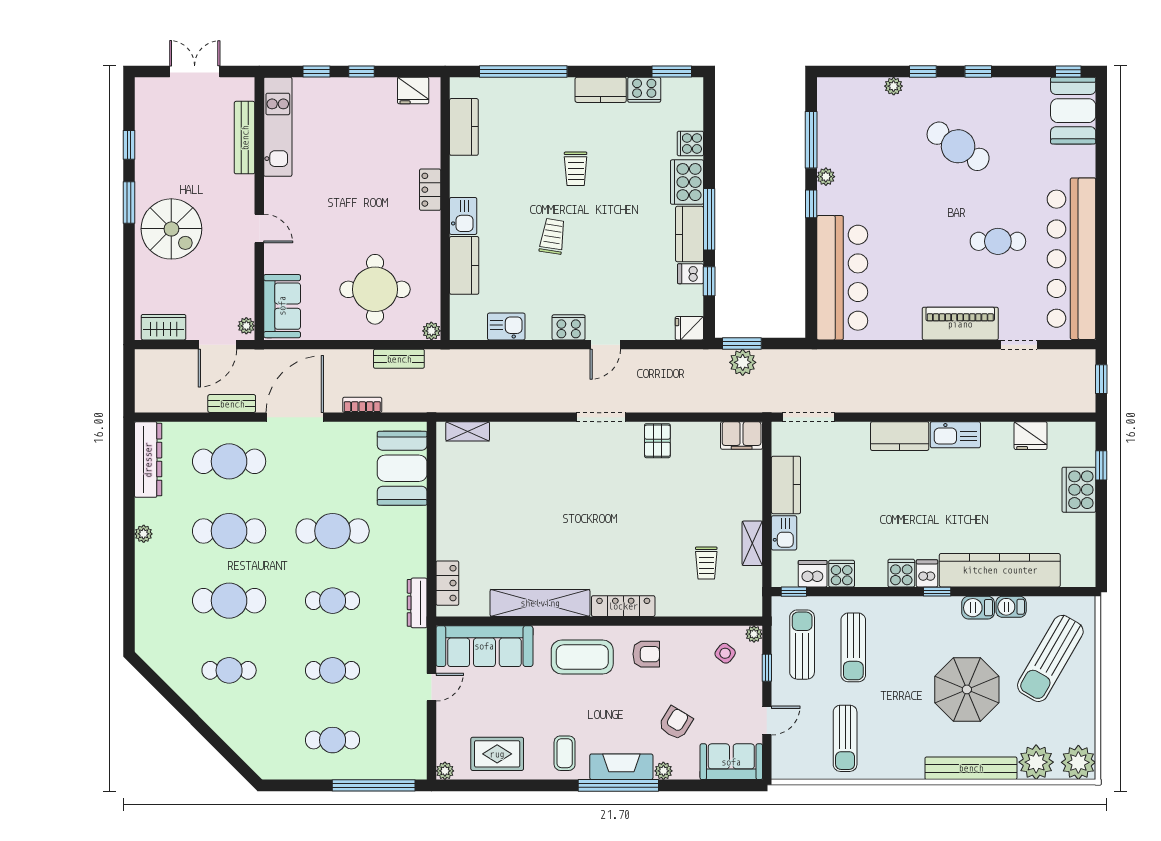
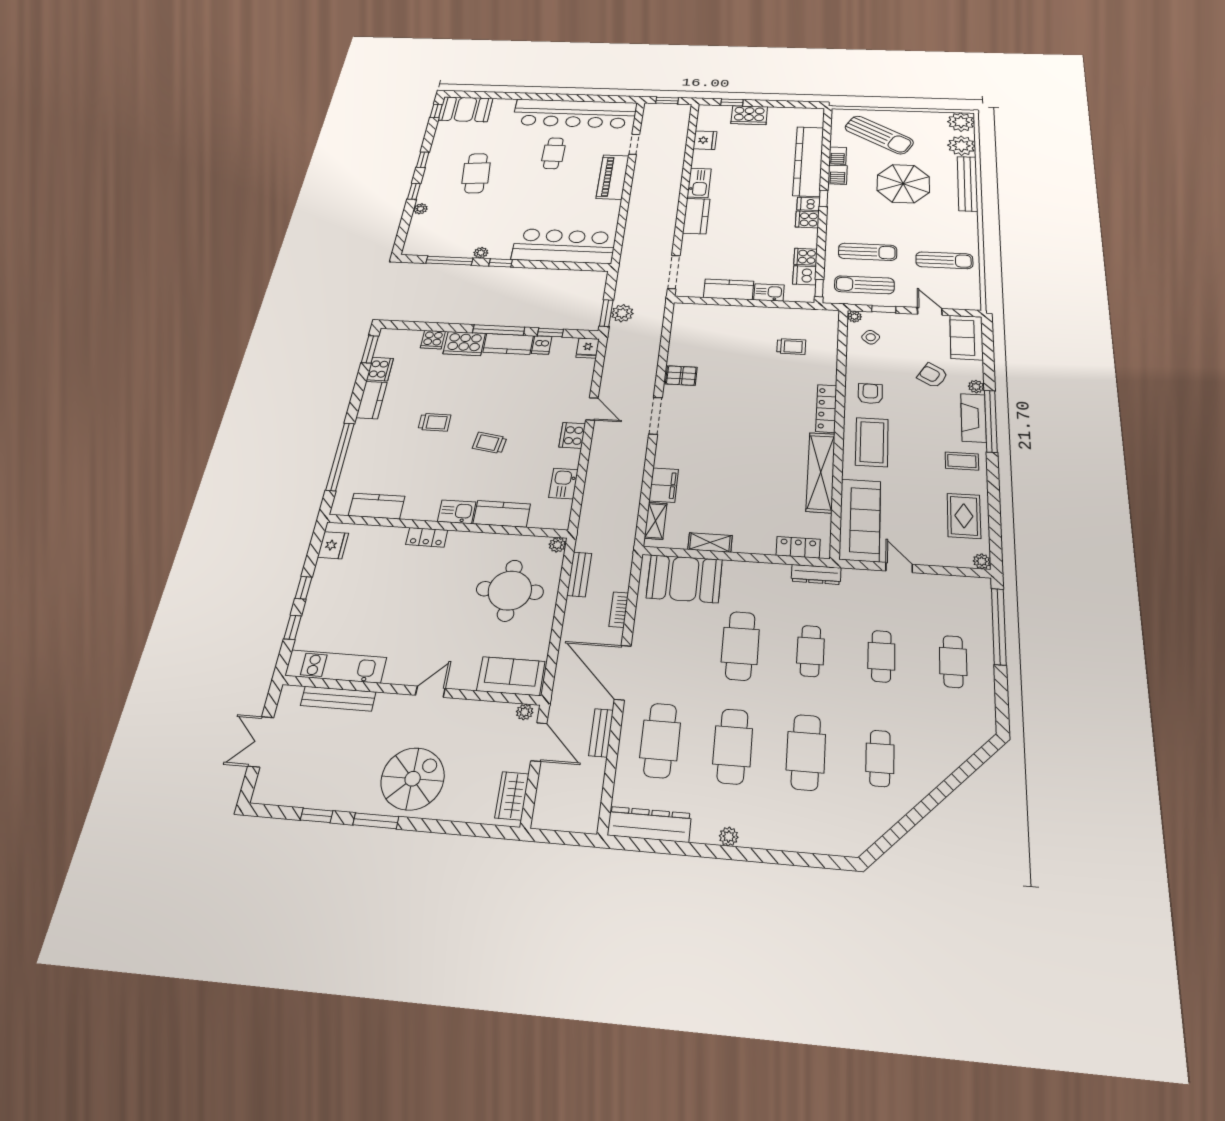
cafe table: (958, 146) -> (476, 173), turned -38
filing cabinet: (742, 436) -> (664, 485), moved
shelving: (752, 543) -> (710, 542), moved

